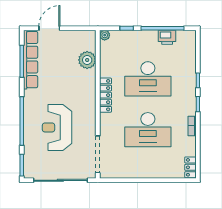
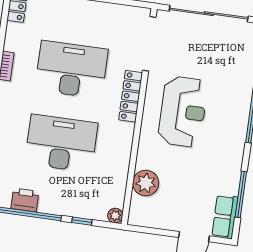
row of seats: (31, 60) -> (225, 217), width x0.50
locker: (105, 95) -> (131, 96), moved
reception desk: (57, 127) -> (183, 112), moved

